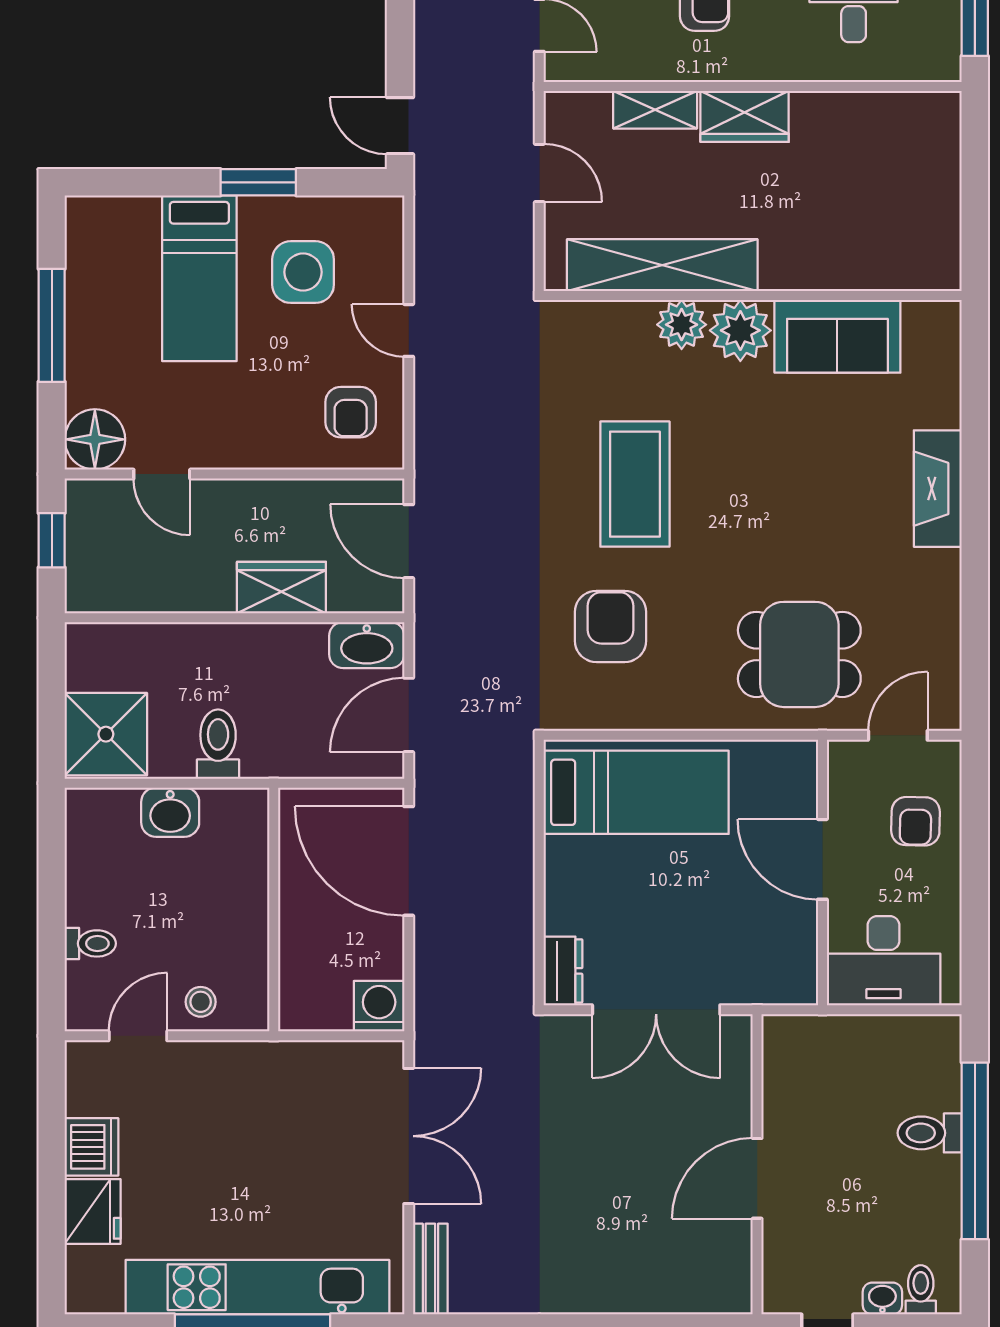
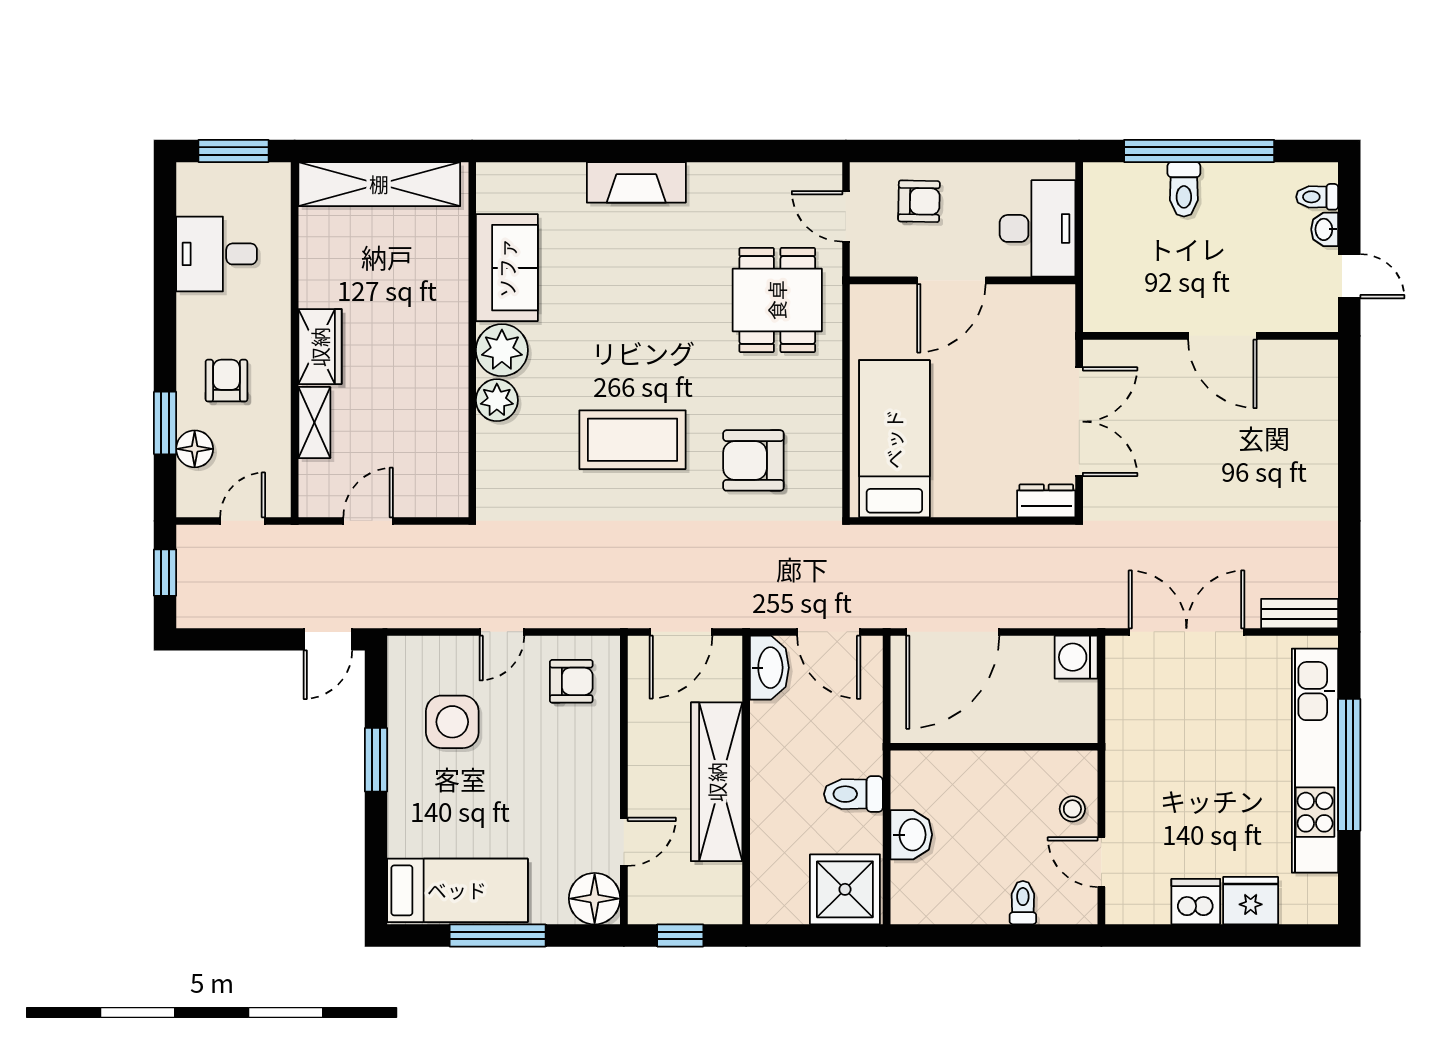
shelving: (662, 265) -> (379, 184), moved, turned 90
bed: (199, 278) -> (457, 890), moved
wardrobe: (281, 588) -> (717, 782), width x2.10, depth x1.17

